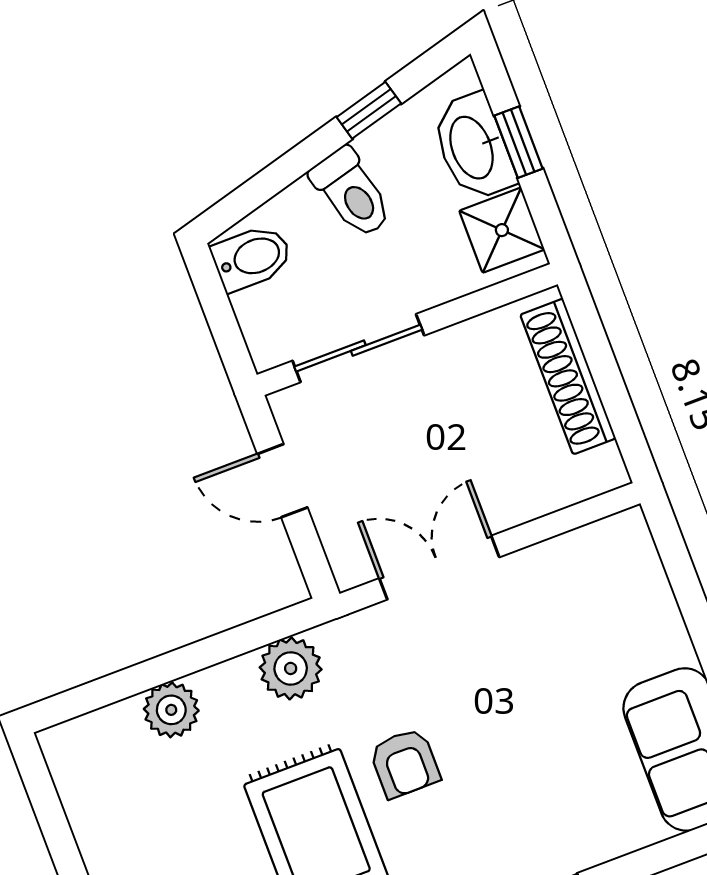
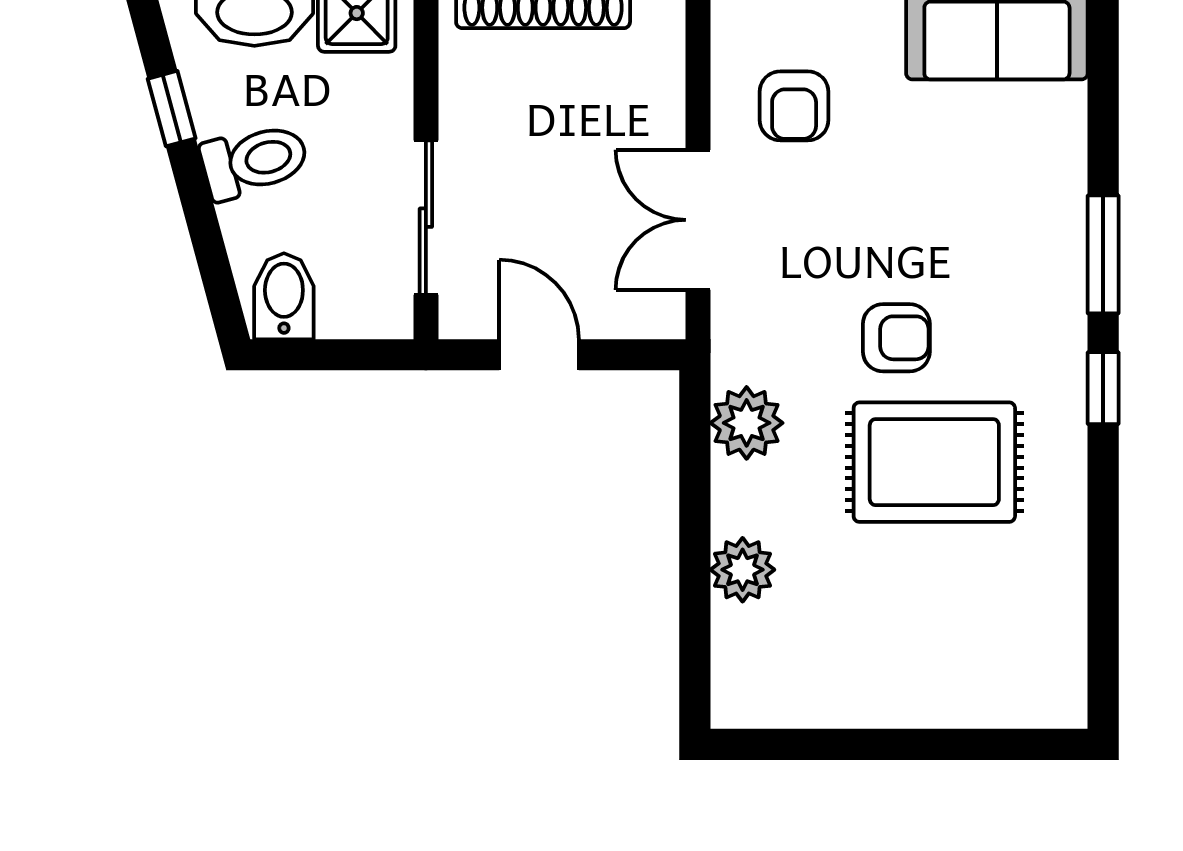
door: (282, 481) -> (539, 355), swing flipped
armchair: (560, 610) -> (794, 106), added

